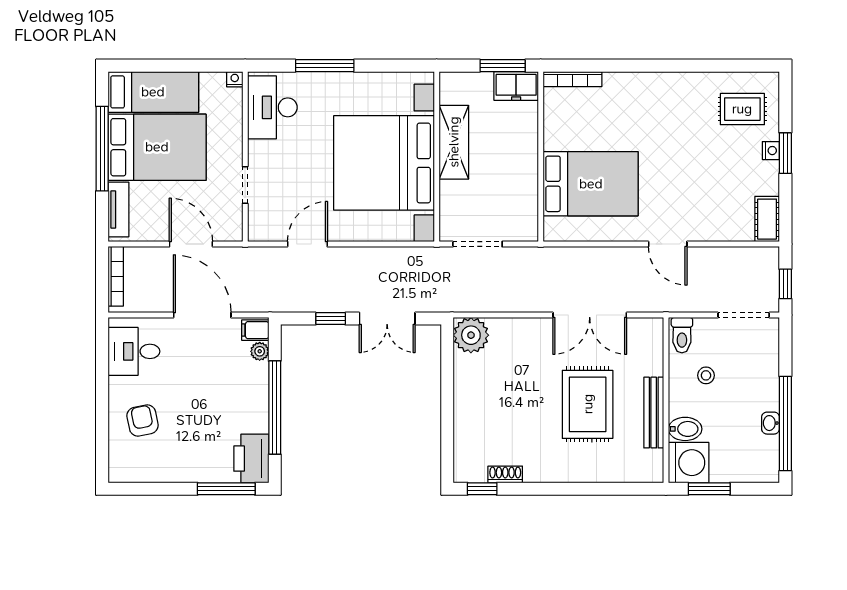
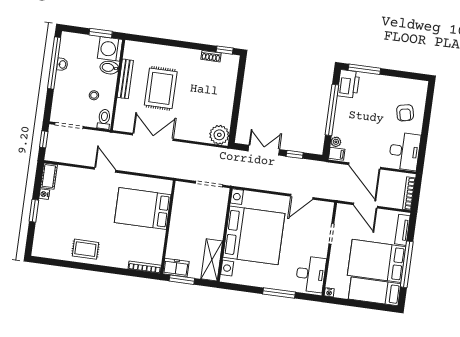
rug: (742, 109) -> (85, 249), moved
shelving: (454, 142) -> (212, 260), moved
nightstand: (771, 151) -> (44, 194), moved
desk: (134, 351) -> (405, 151), width x1.37

